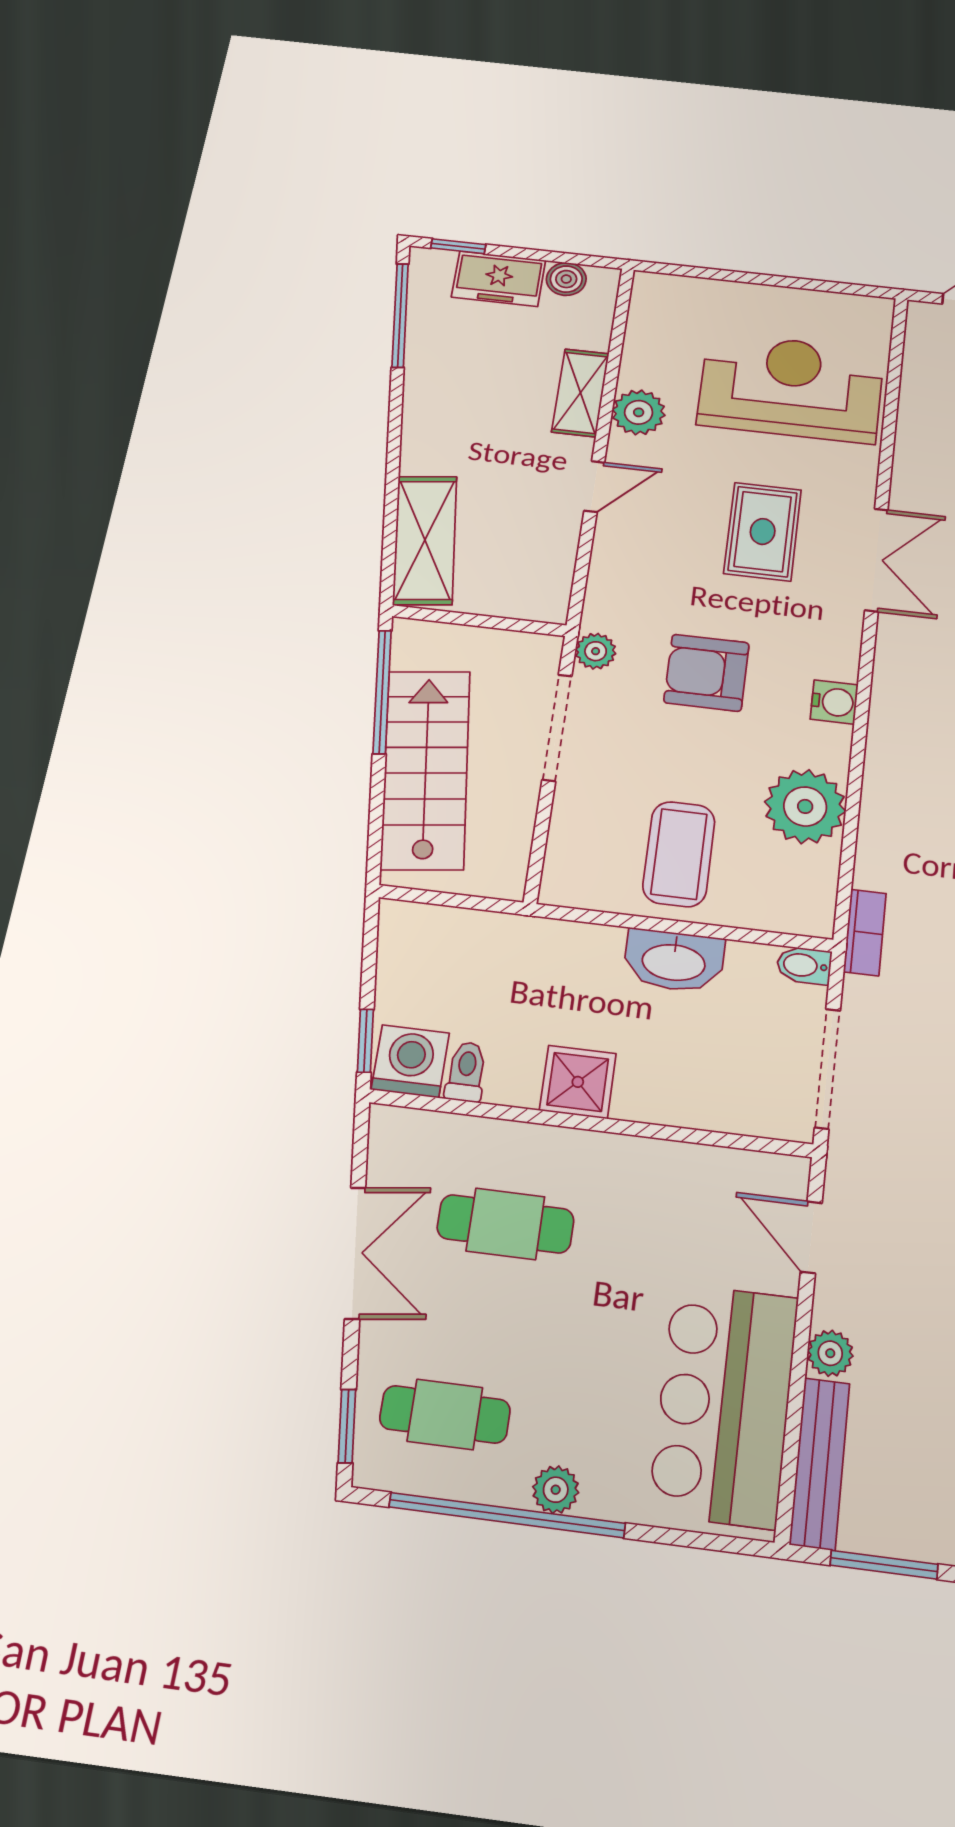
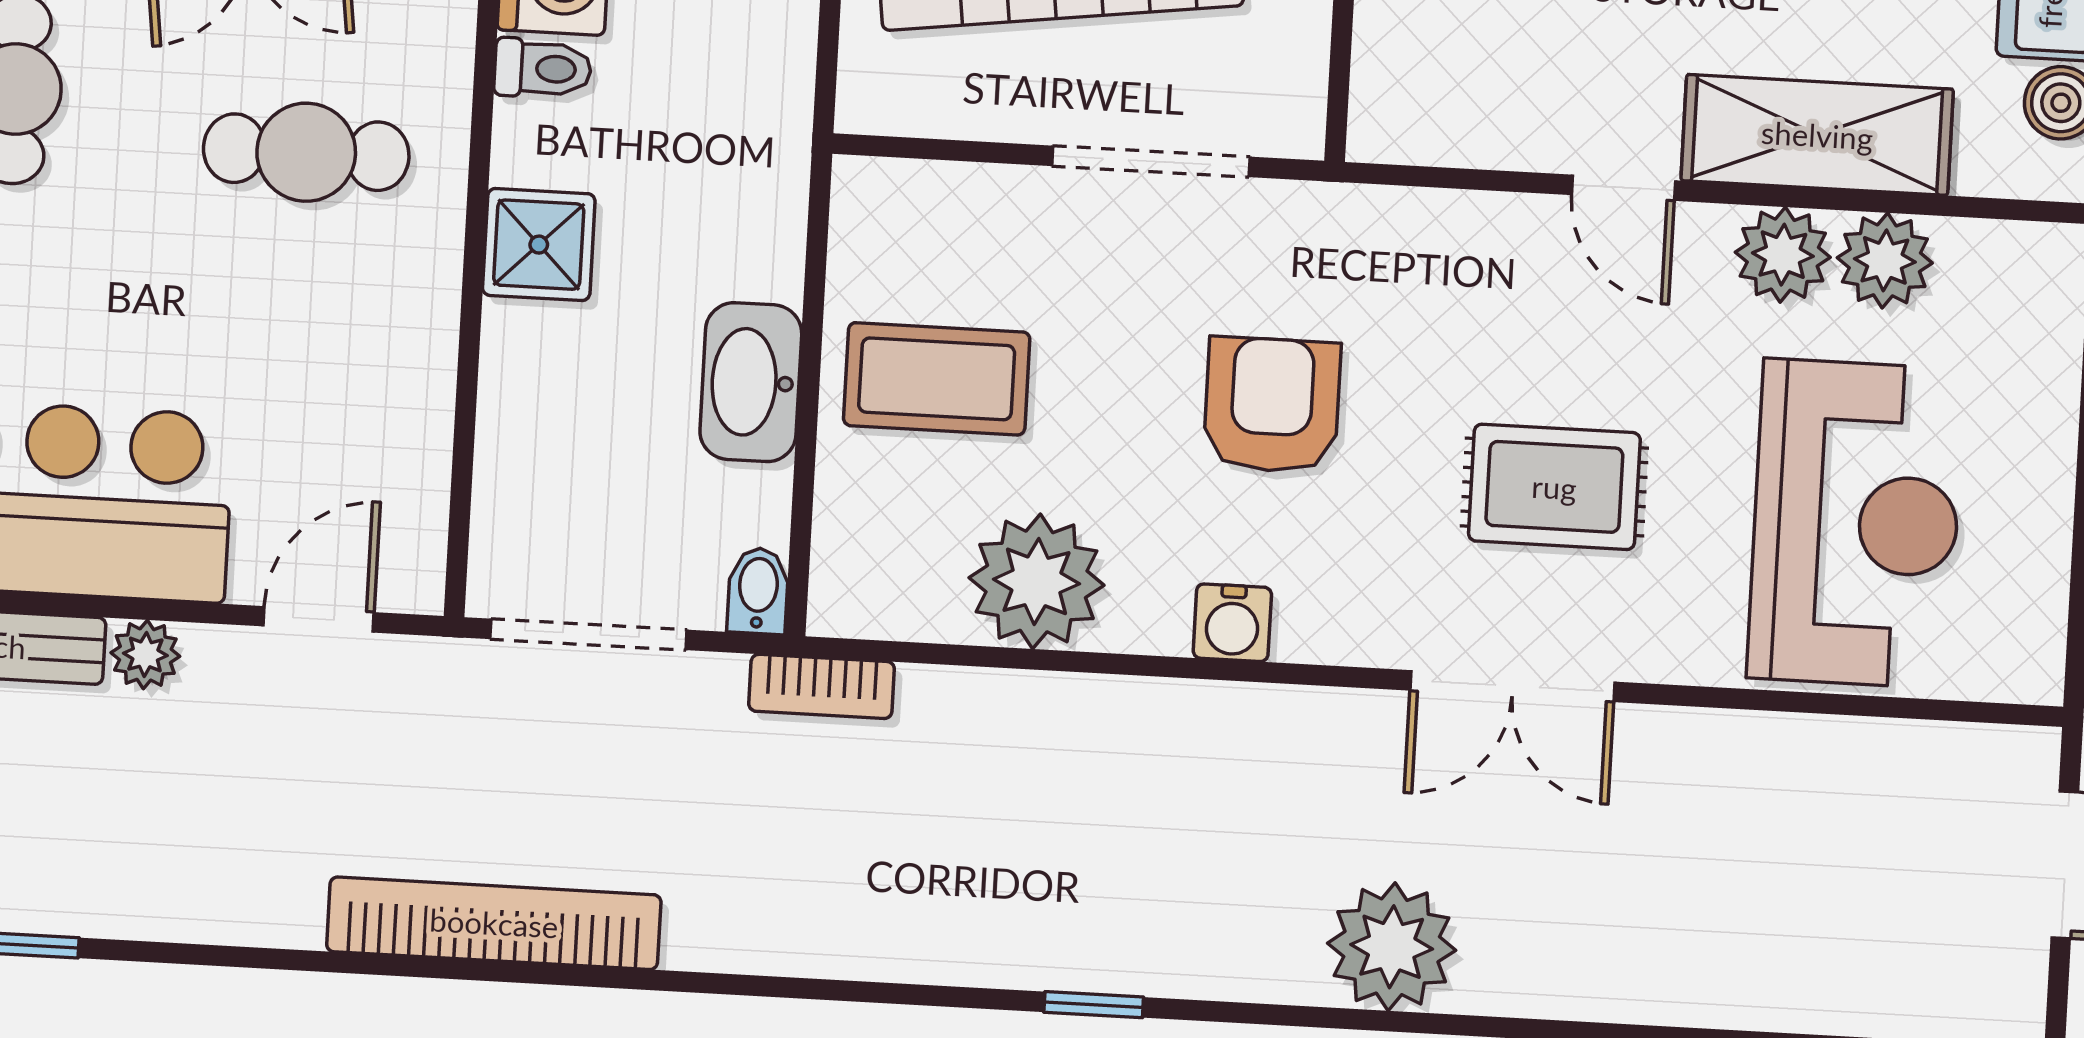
shelving: (581, 393) -> (1817, 135), width x1.50, depth x1.33
plant: (596, 651) -> (1885, 260), moved, width x1.38, depth x1.38
cafe table: (505, 1224) -> (306, 152), turned 90

